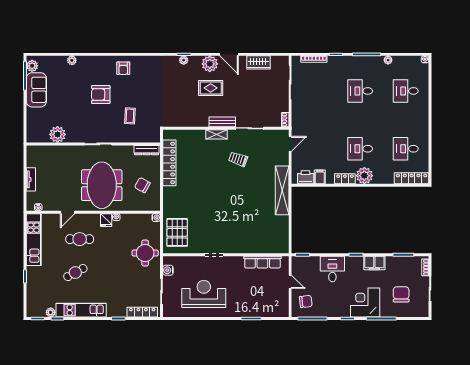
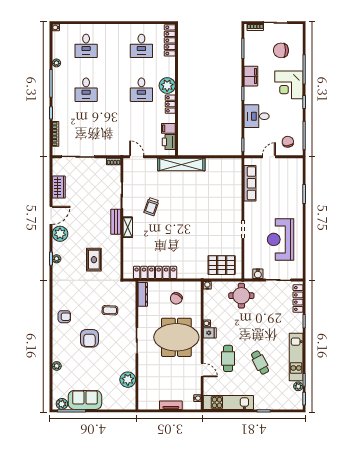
rug: (211, 88) -> (94, 260), moved

